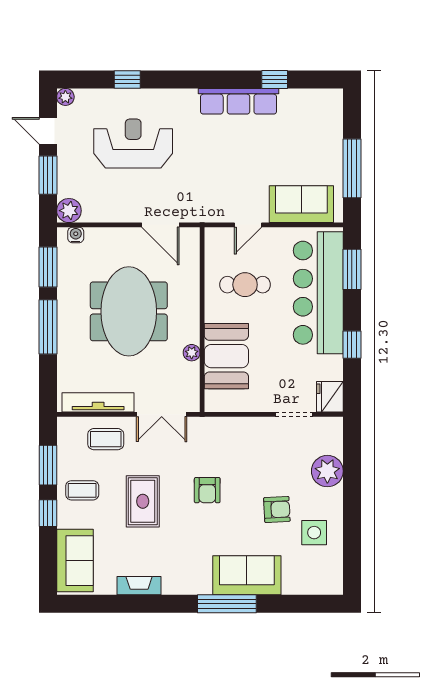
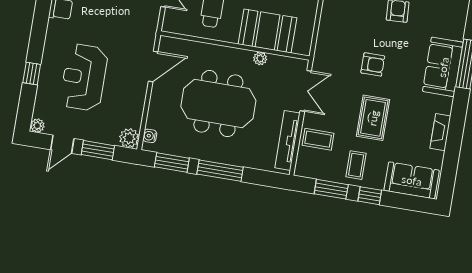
coffee table: (106, 439) -> (318, 139), turned 90
rug: (143, 501) -> (373, 118), turned 90
sofa: (247, 575) -> (443, 67), moved

